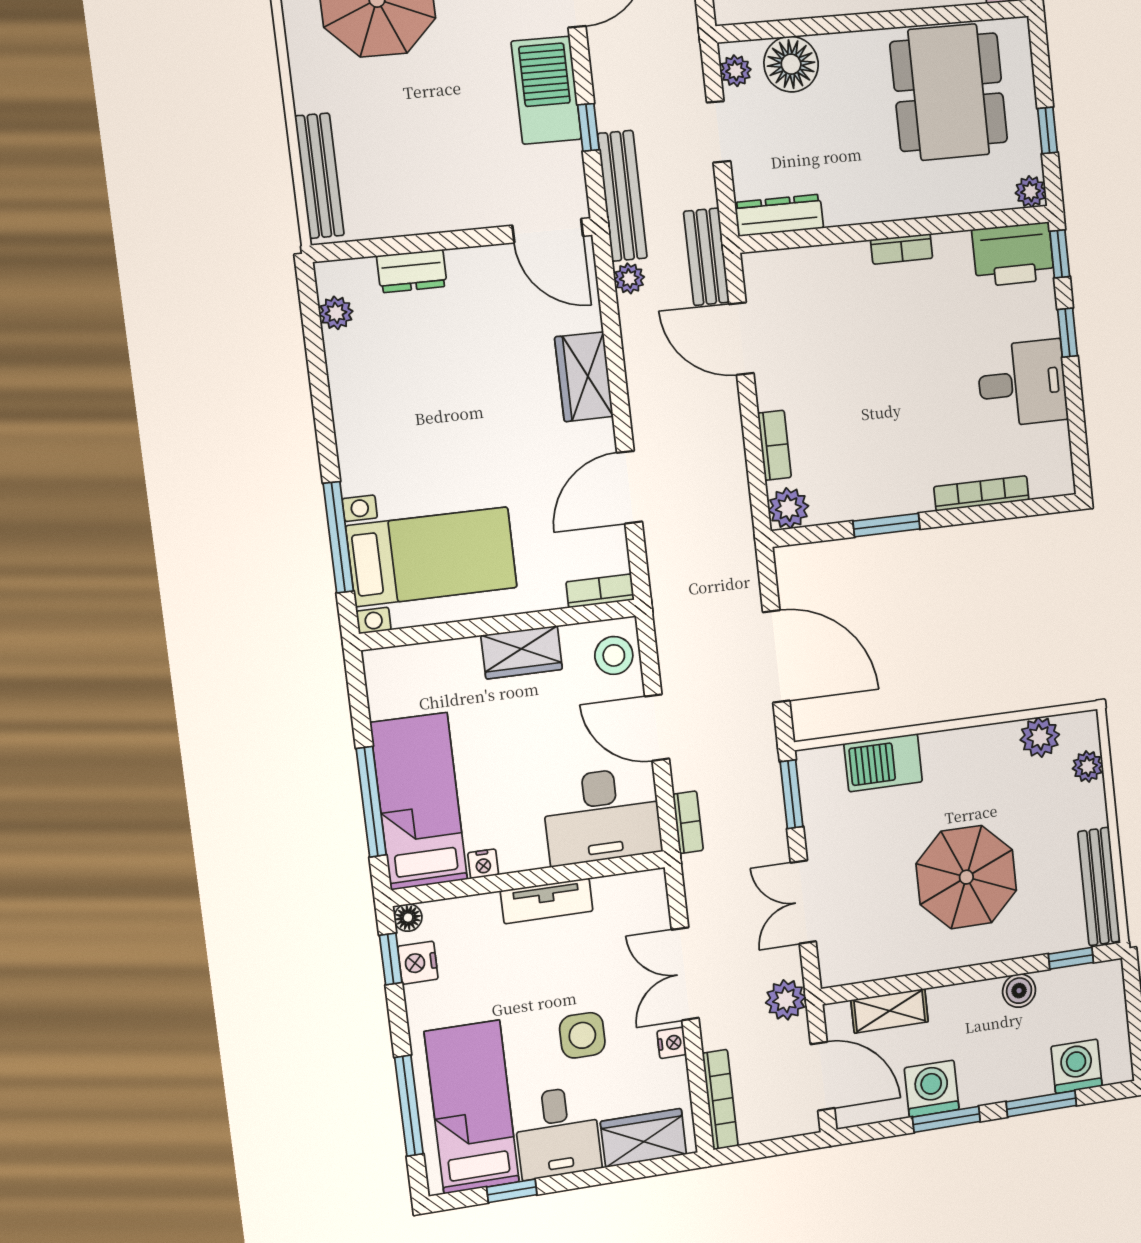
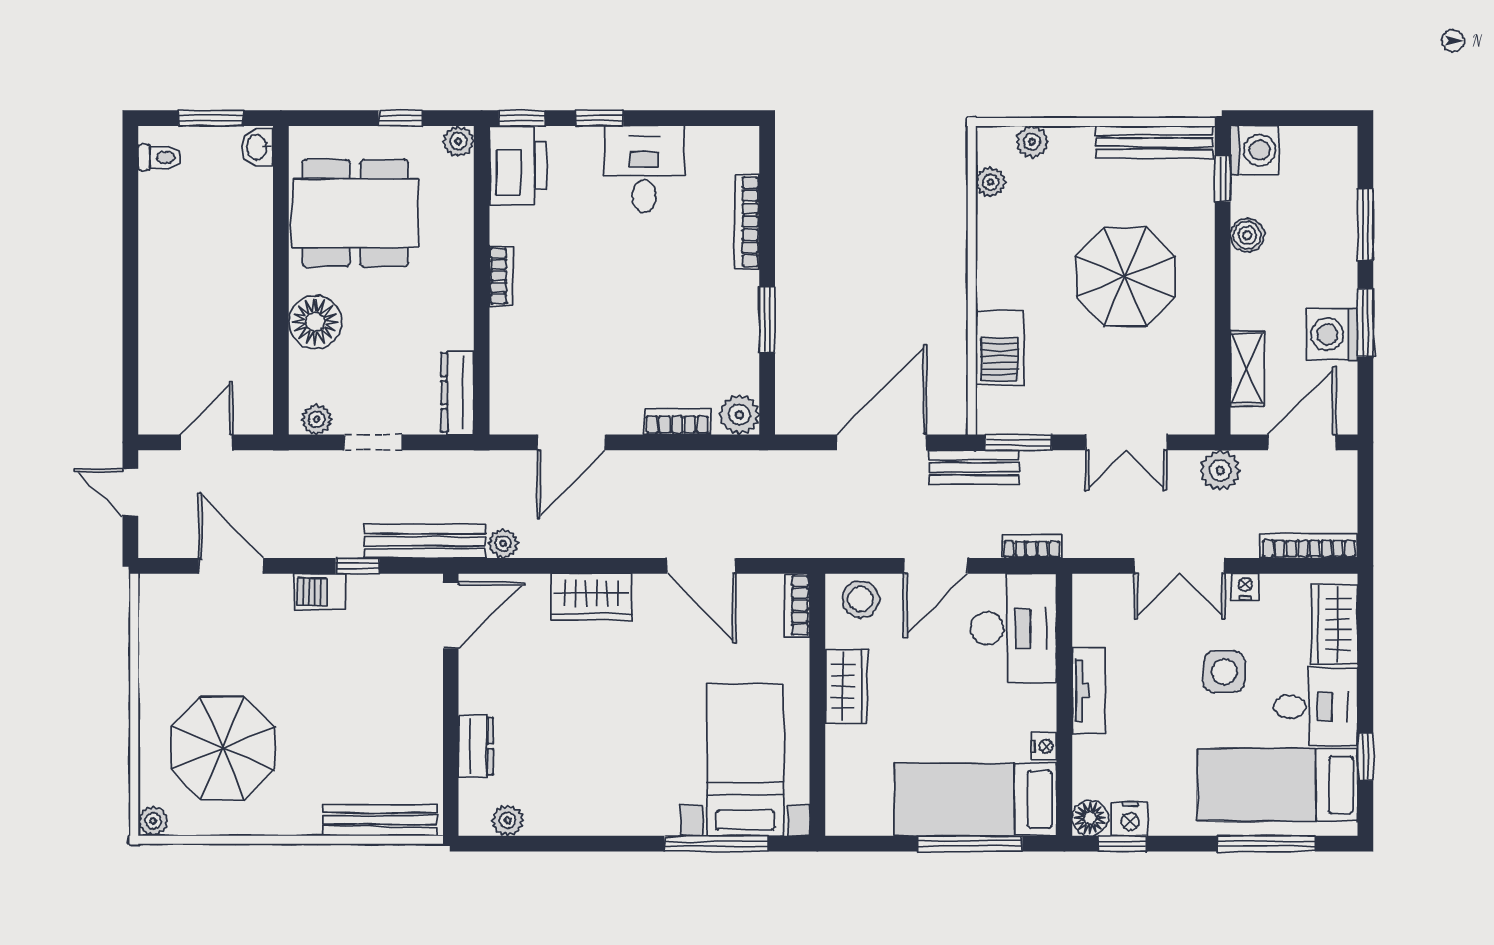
floor lamp: (791, 64) -> (315, 322), moved
barbecue: (546, 90) -> (320, 592), width x0.53, depth x0.65
bench: (706, 257) -> (974, 467), moved
plant: (1040, 737) -> (990, 182), width x0.73, depth x0.73
floor lamp: (408, 918) -> (1090, 818), width x1.37, depth x1.37
washing machine: (1077, 1066) -> (1255, 150), moved, turned 180

